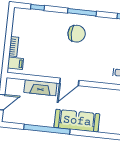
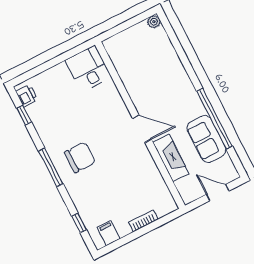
chair: (77, 34) -> (80, 157), turned 90
filing cabinet: (15, 63) -> (109, 233), moved
sofa: (77, 121) -> (206, 139), moved, width x0.73

